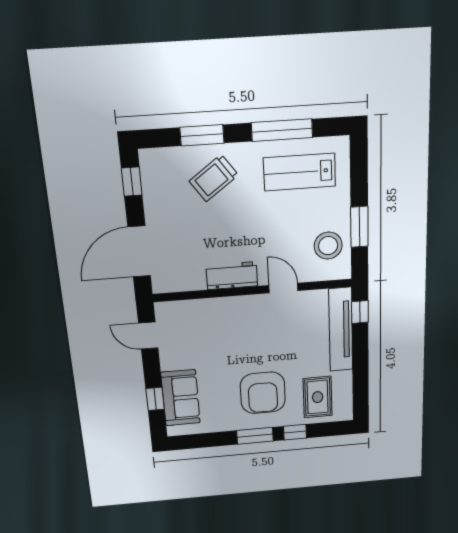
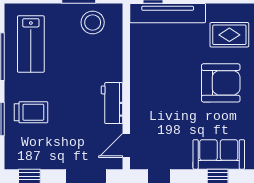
trolley: (214, 178) -> (31, 112), turned -54
door: (283, 288) -> (126, 145), moved

